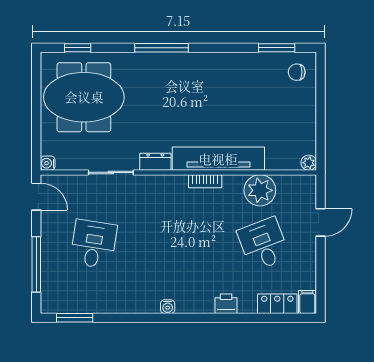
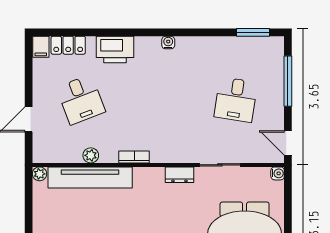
tv unit: (218, 159) -> (90, 178), moved
plant: (260, 190) -> (91, 155), width x0.53, depth x0.53
printer: (226, 304) -> (115, 50), width x1.87, depth x1.48

